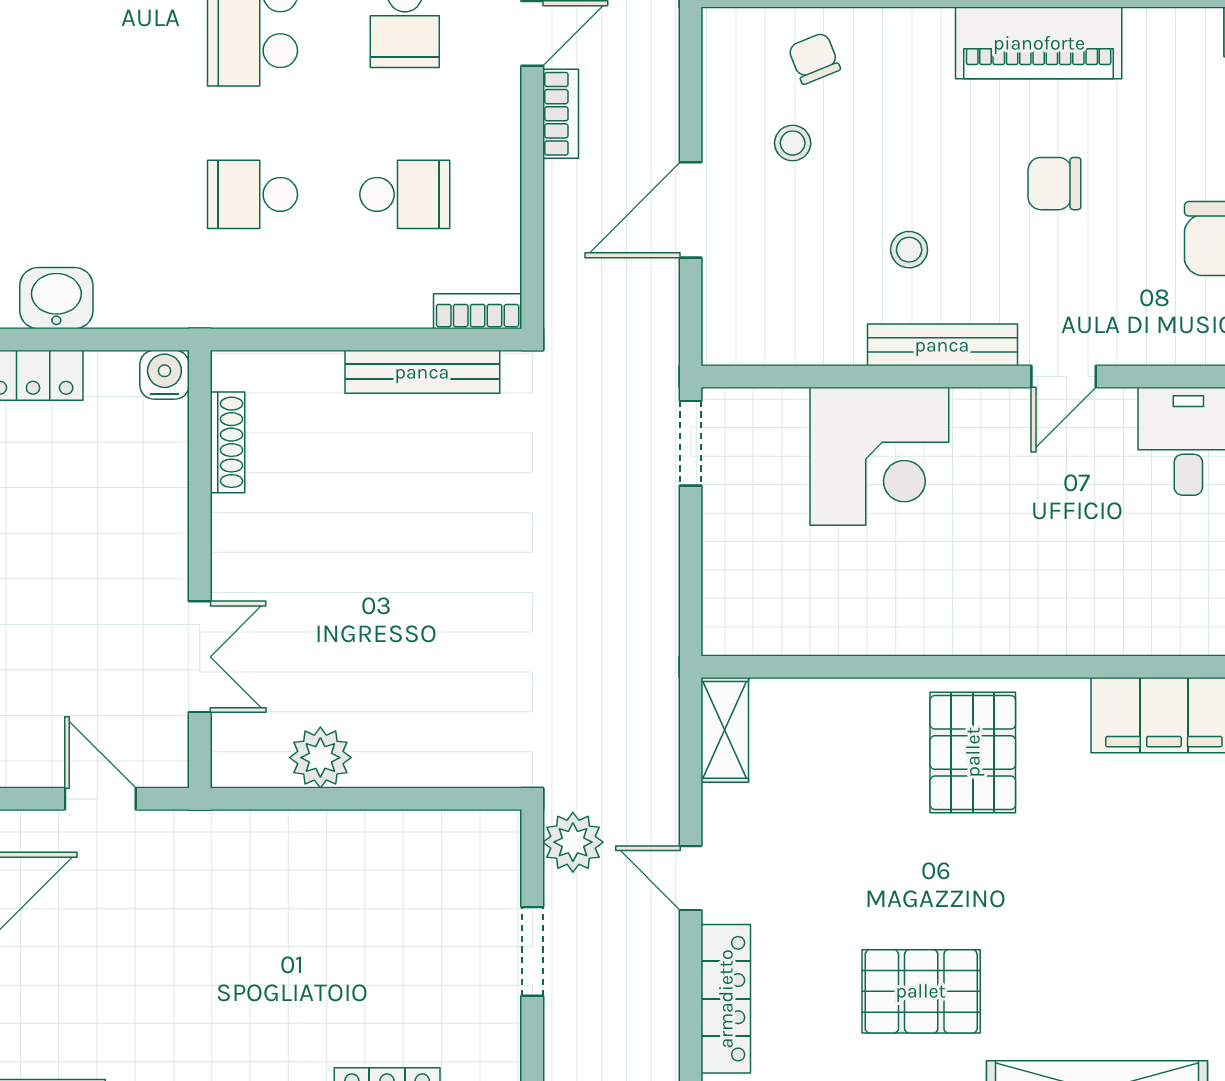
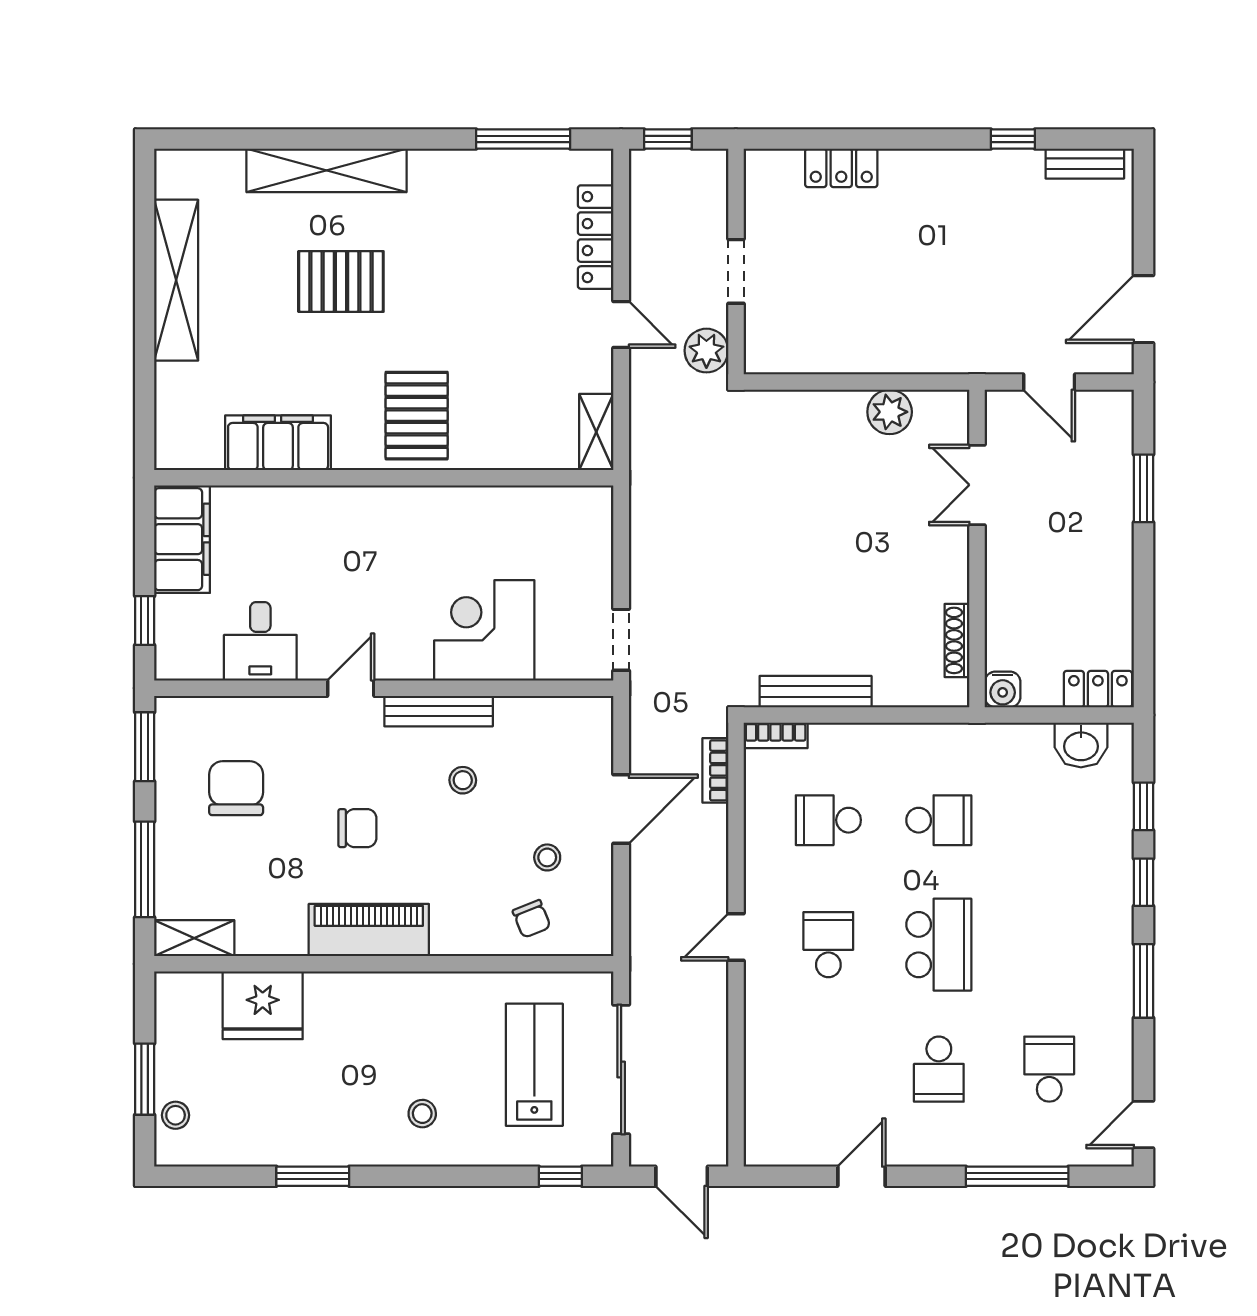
bookcase: (561, 114) -> (715, 770), moved
pallet: (921, 991) -> (341, 281), moved

